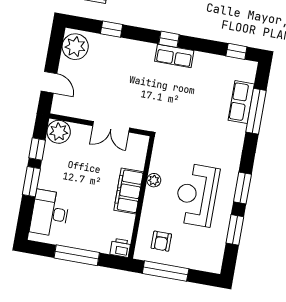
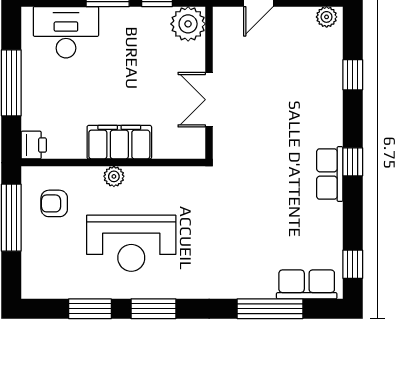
plant: (75, 47) -> (327, 17), width x0.53, depth x0.53
row of seats: (241, 102) -> (307, 284), moved
plant: (154, 180) -> (114, 176), moved
reception desk: (197, 195) -> (131, 243), turned 180

